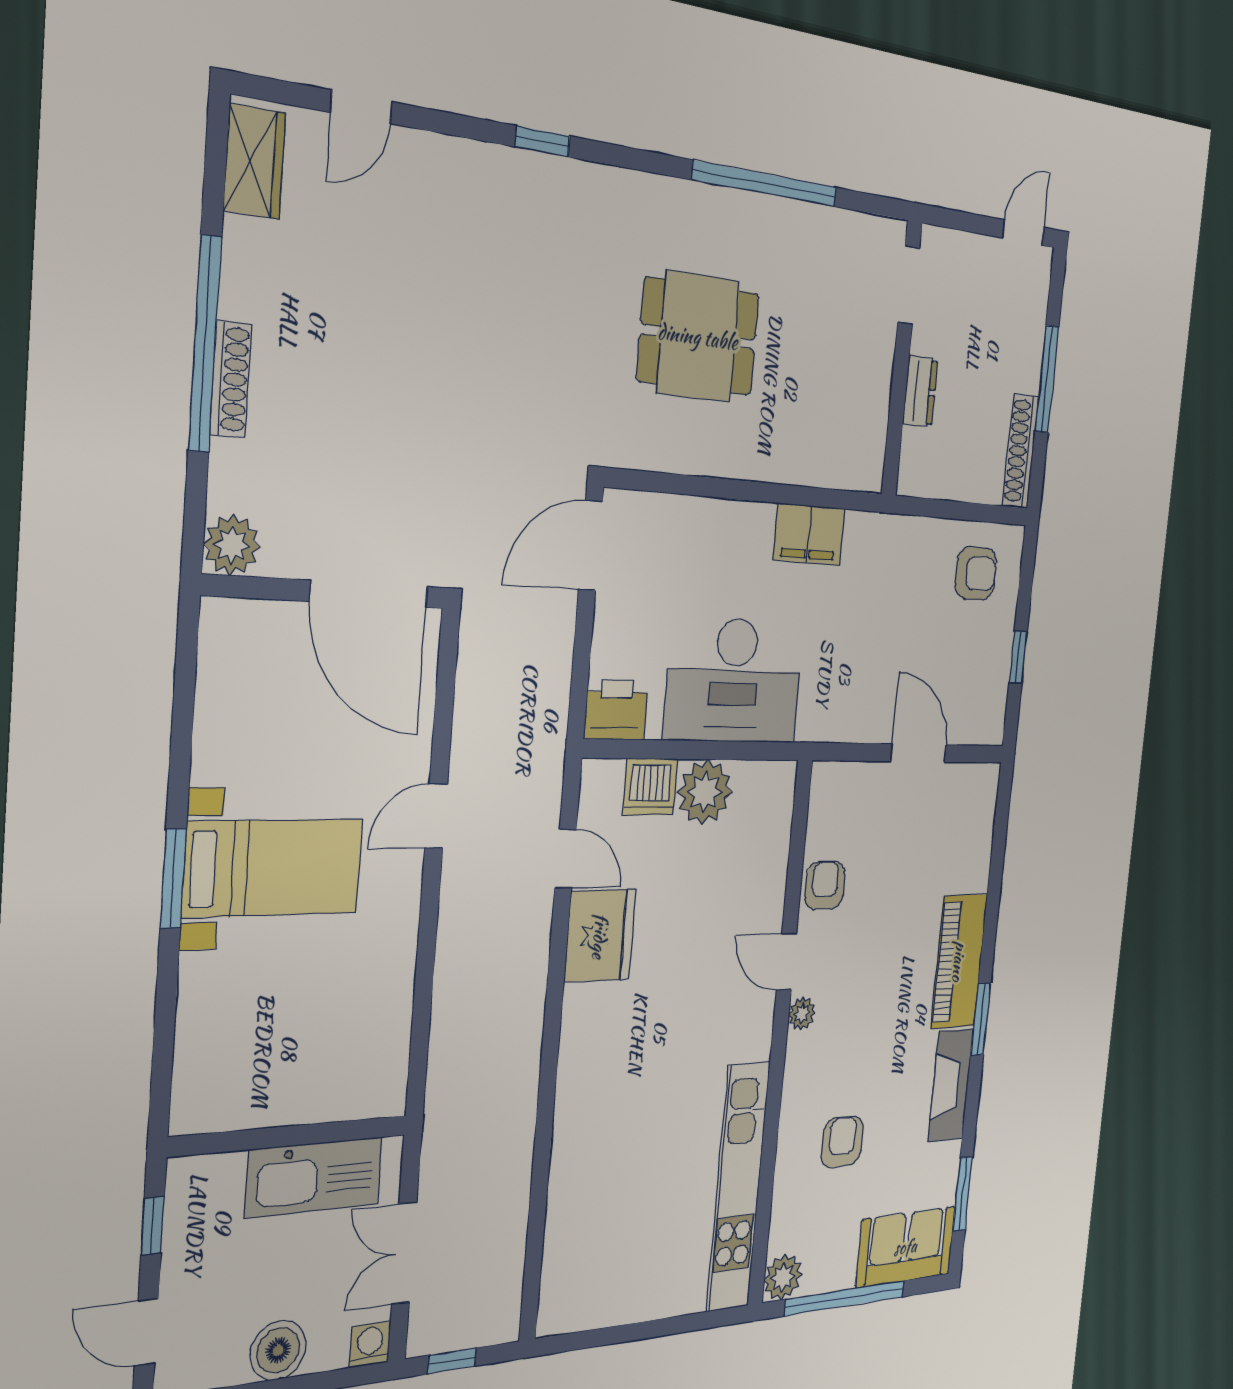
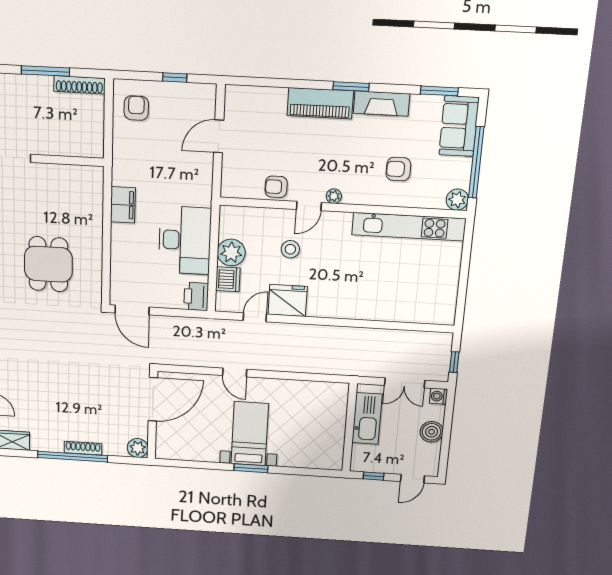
dresser: (920, 391) -> (58, 148), removed
stool: (706, 930) -> (290, 249), added

